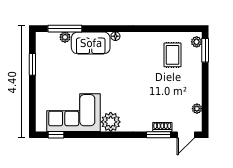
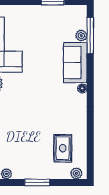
window: (205, 50) -> (37, 182), moved
rug: (172, 55) -> (63, 148), turned 90

